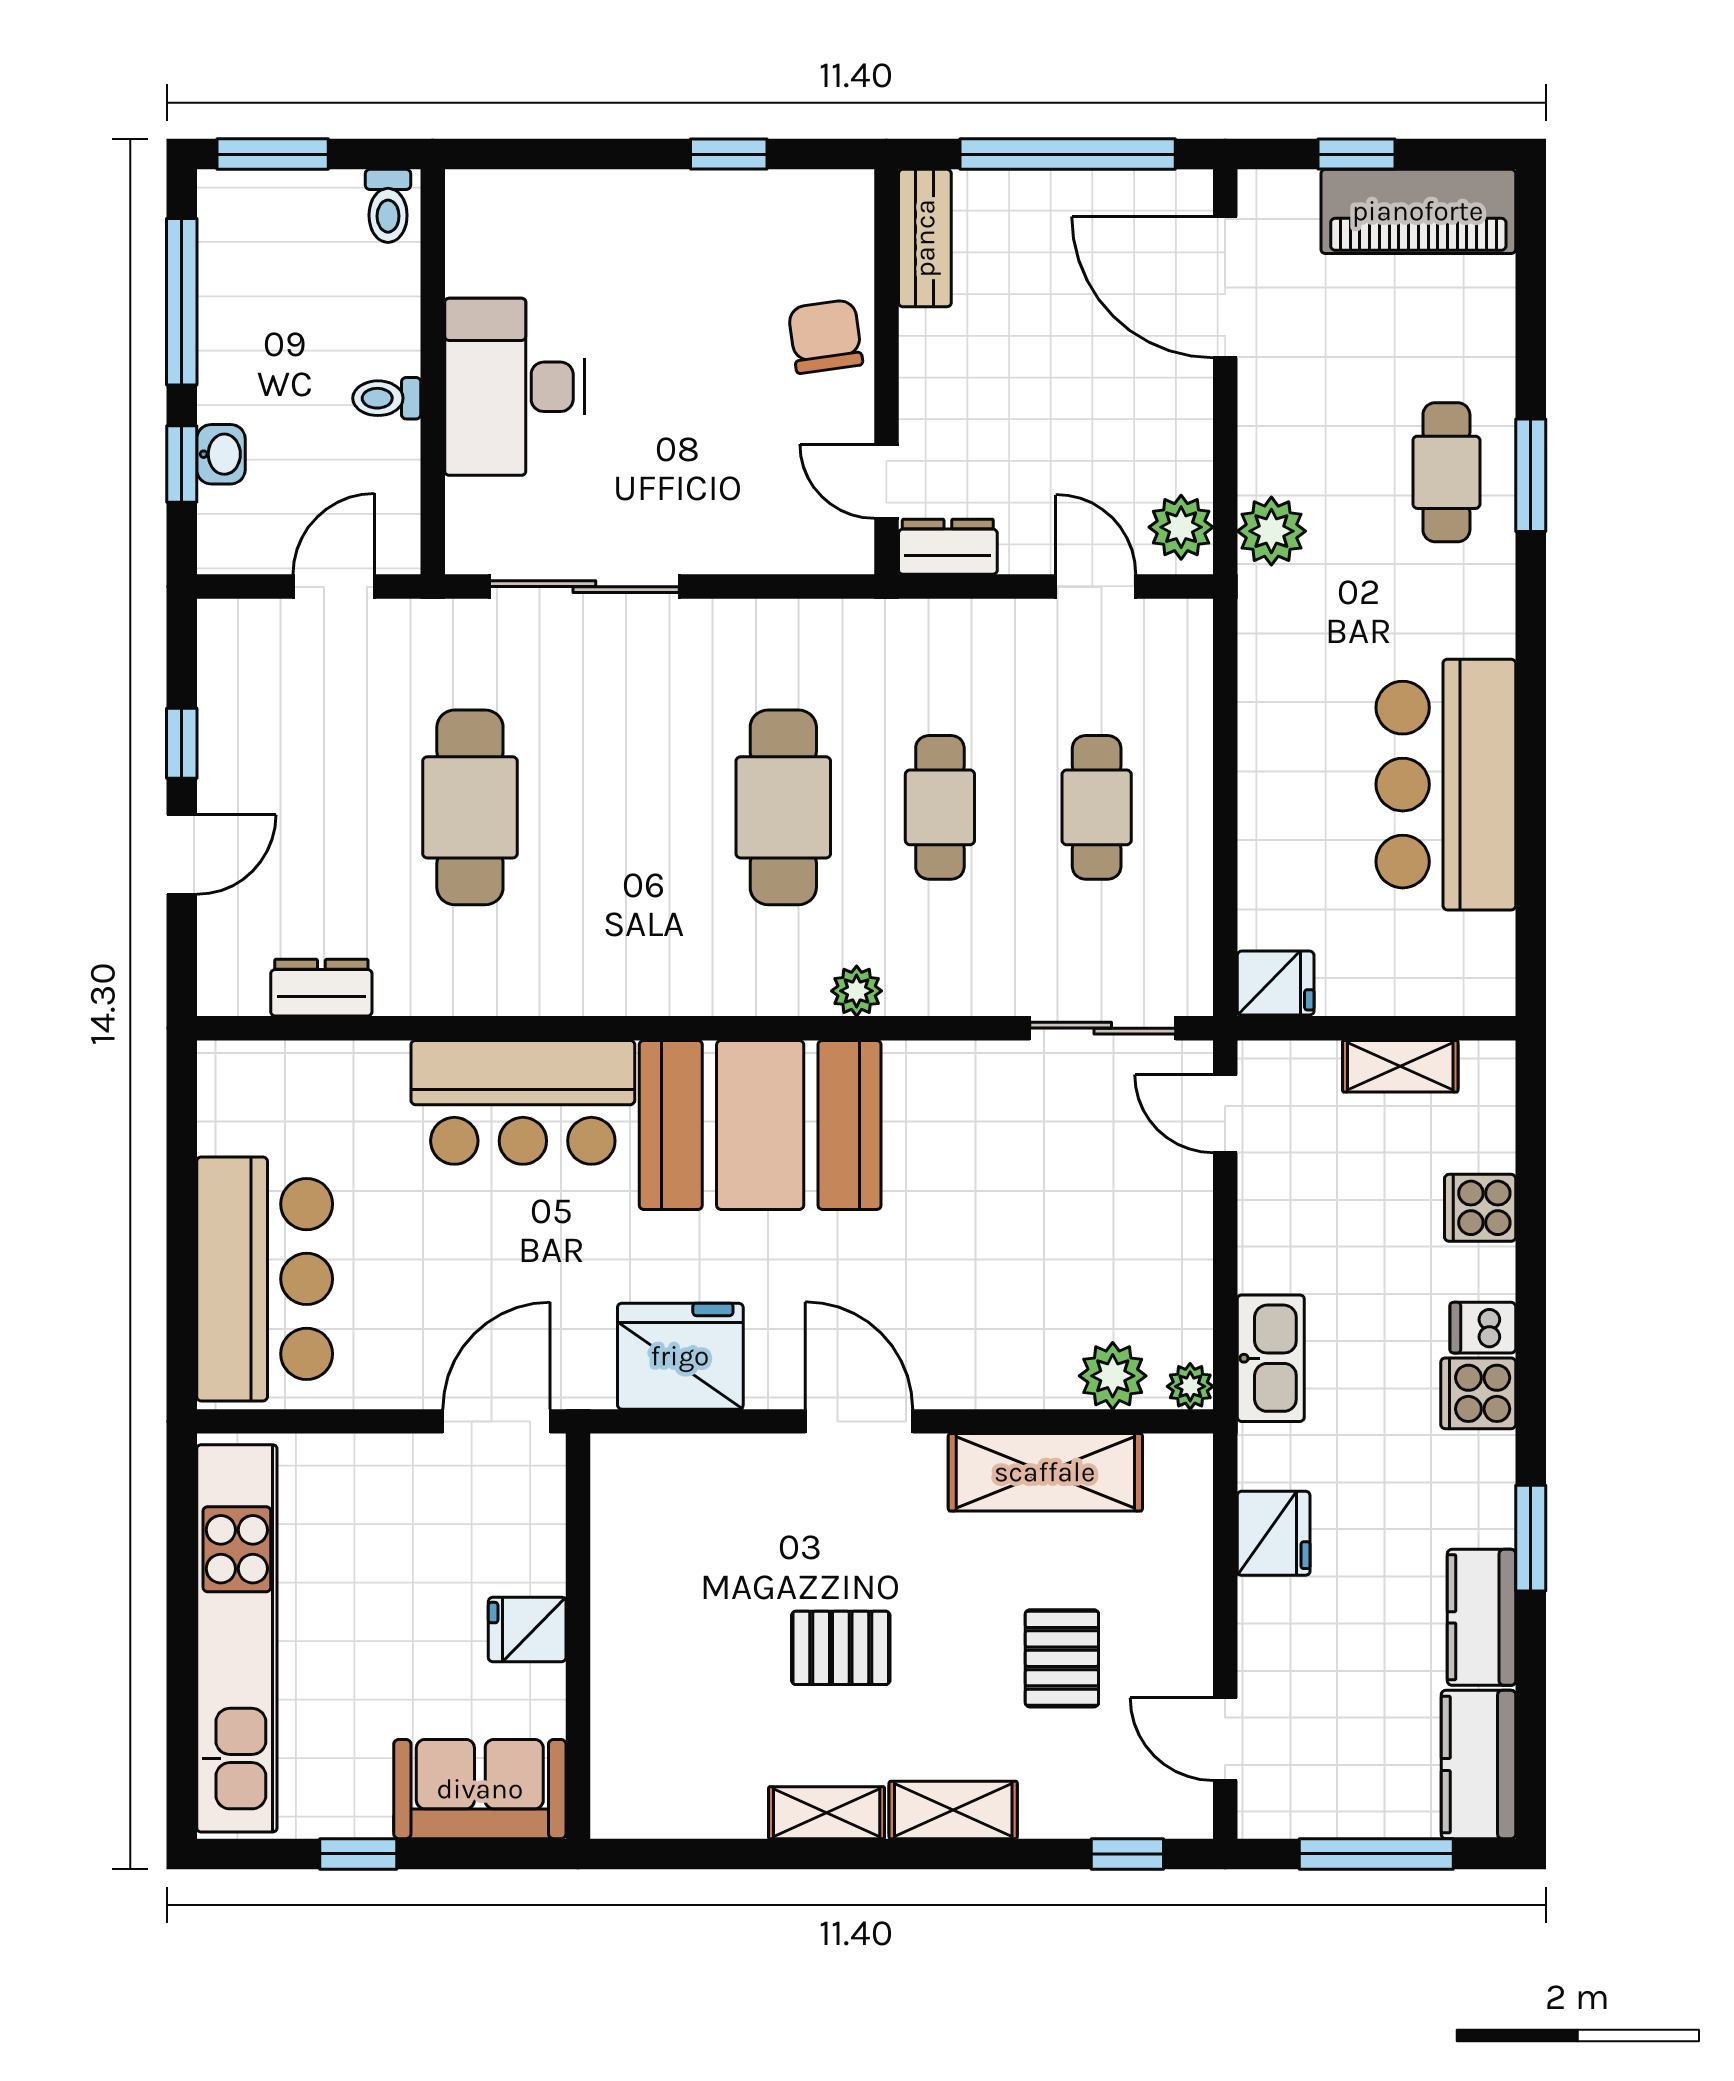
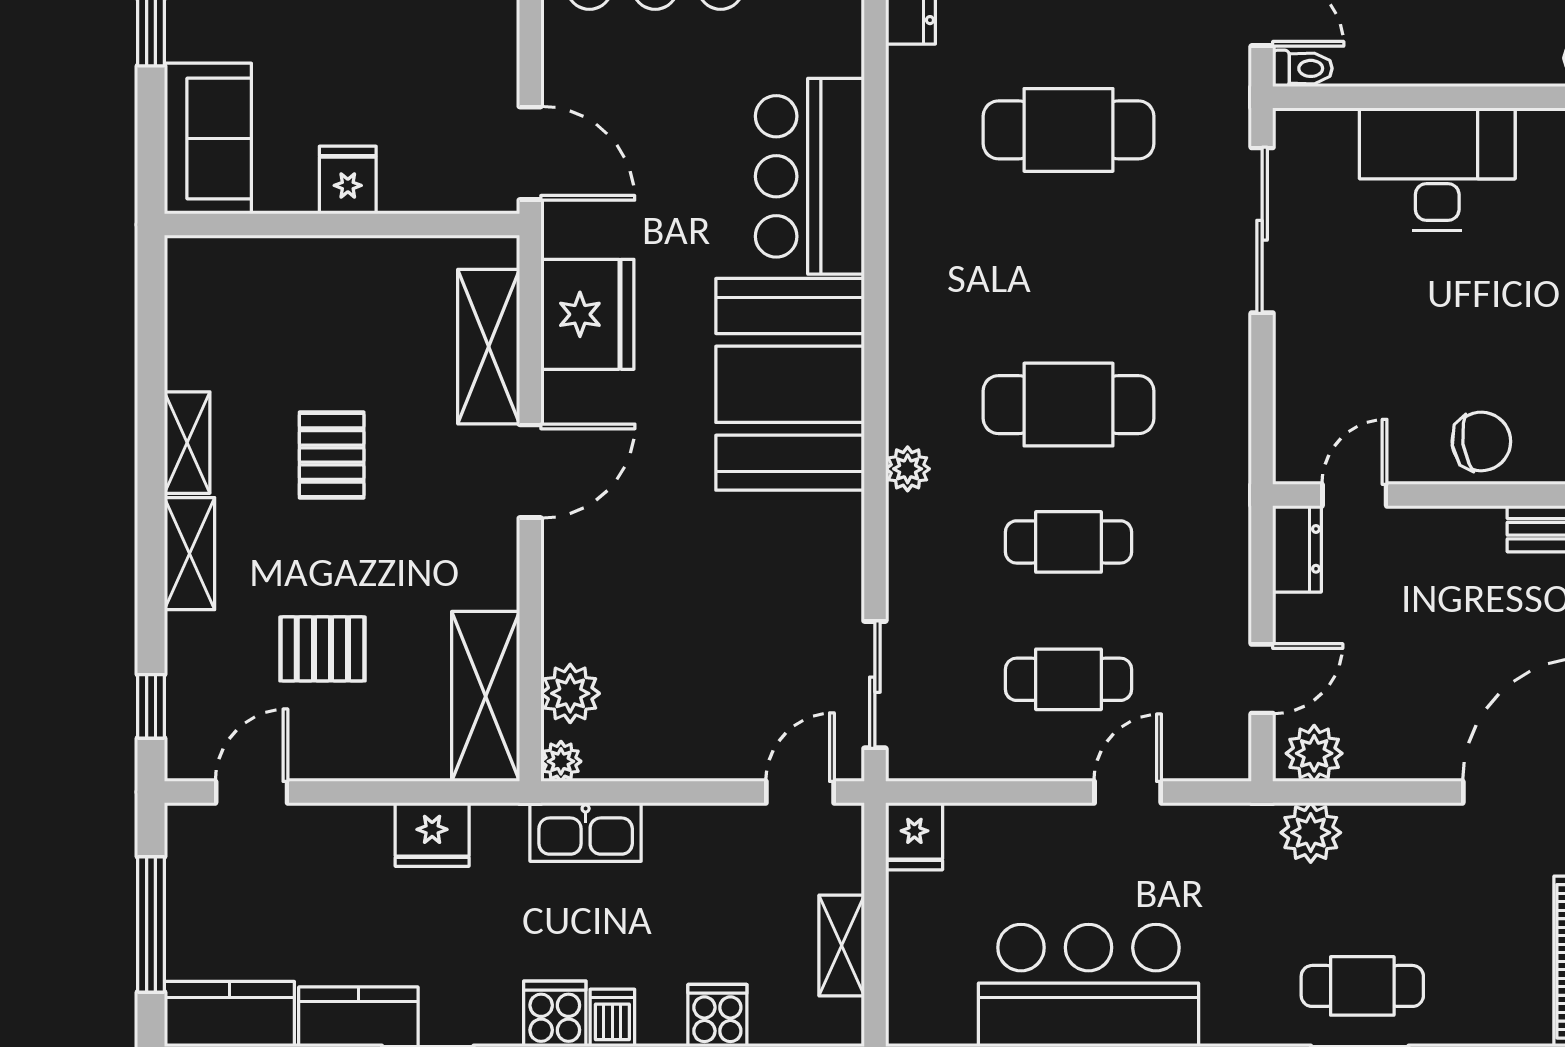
toilet: (387, 398) -> (1302, 68), moved, turned 90
door: (1225, 740) -> (1128, 792), added
shelving: (717, 1469) -> (489, 347), added
shelving: (1045, 1472) -> (486, 696), moved

